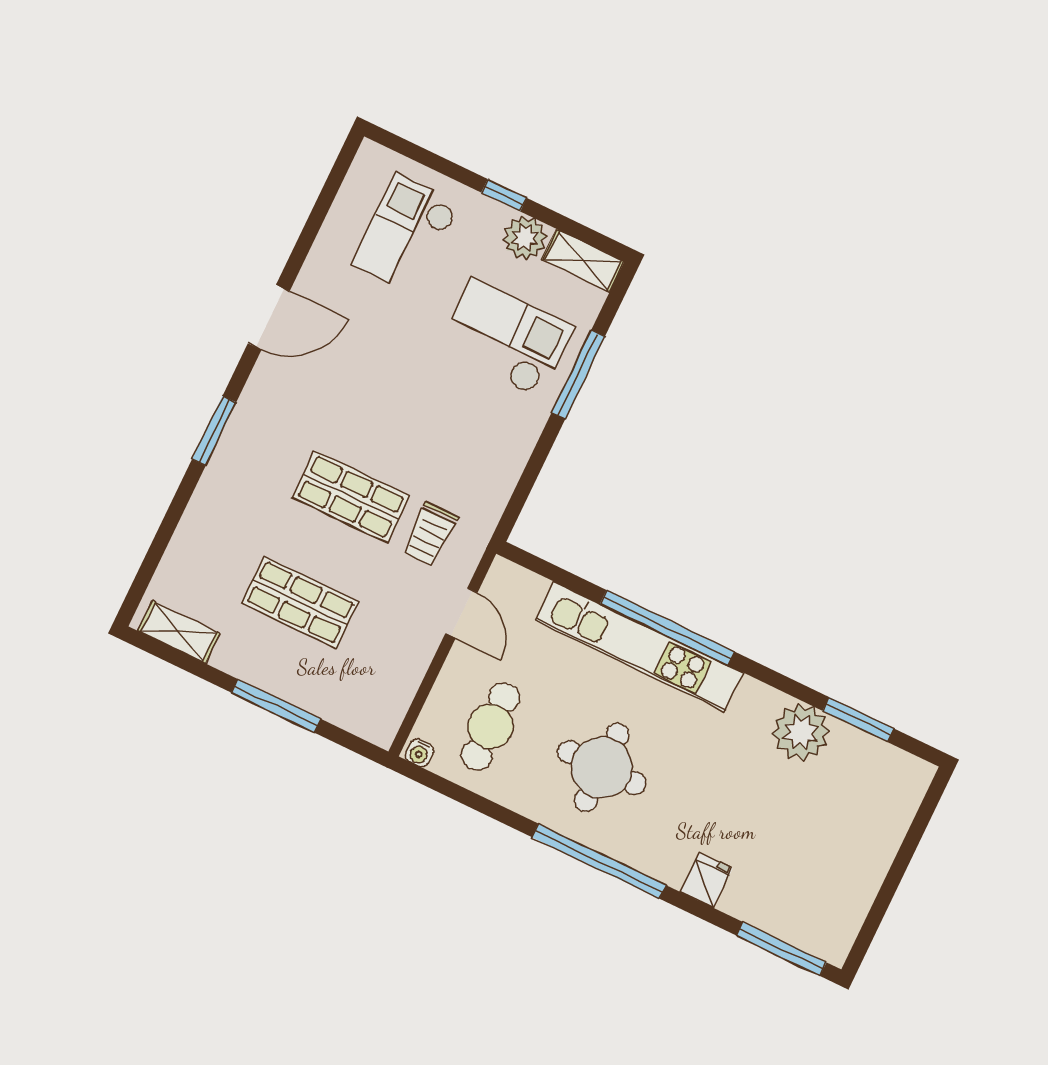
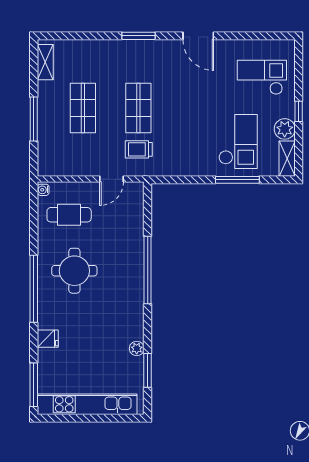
kitchen unit: (639, 647) -> (87, 404), moved, turned 90
plant: (801, 732) -> (137, 348), width x0.53, depth x0.53

